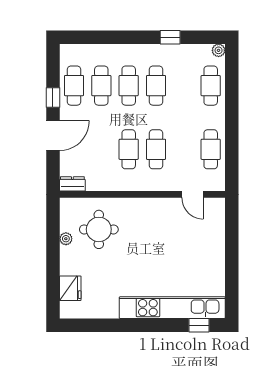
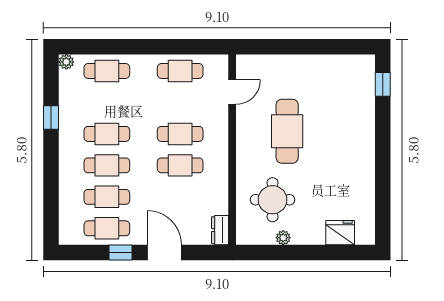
cafe table: (158, 242) -> (287, 131), added
kitchen unit: (172, 308) -> (363, 115), removed

